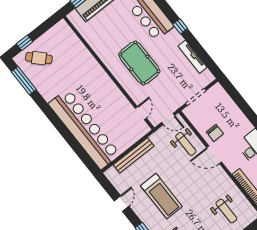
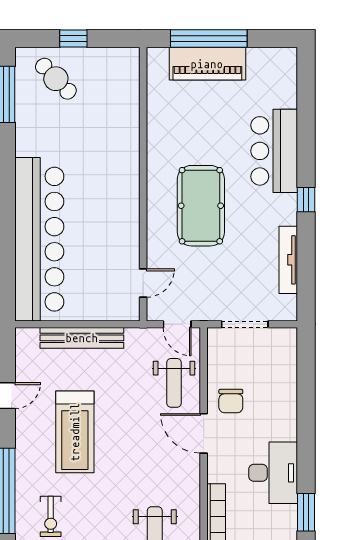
window: (25, 43) -> (73, 38), moved

